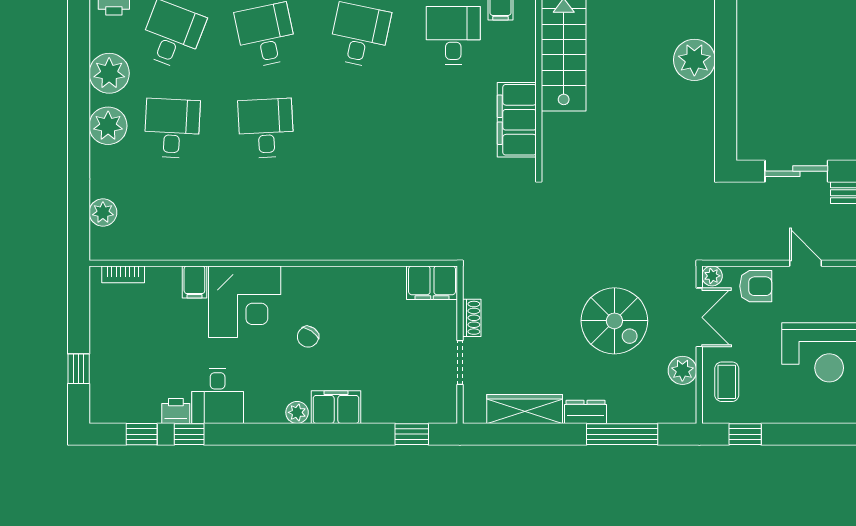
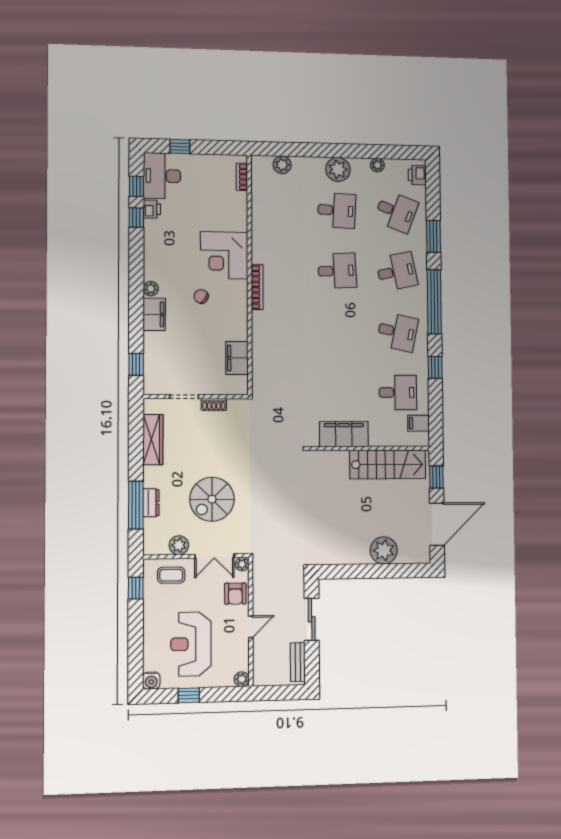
plant: (109, 73) -> (377, 165), width x0.53, depth x0.53
bookcase: (293, 252) -> (257, 287), added
filing cabinet: (194, 282) -> (237, 223), removed
filing cabinet: (432, 283) -> (237, 358), moved
desk: (218, 396) -> (162, 176), moved, width x1.37
dresser: (586, 412) -> (151, 503), moved

